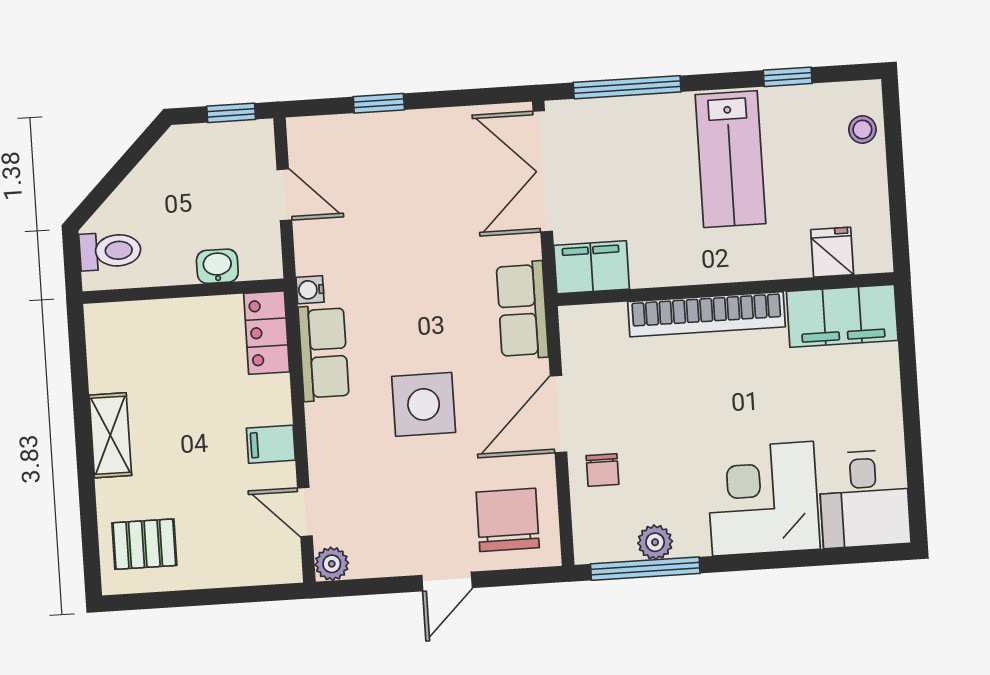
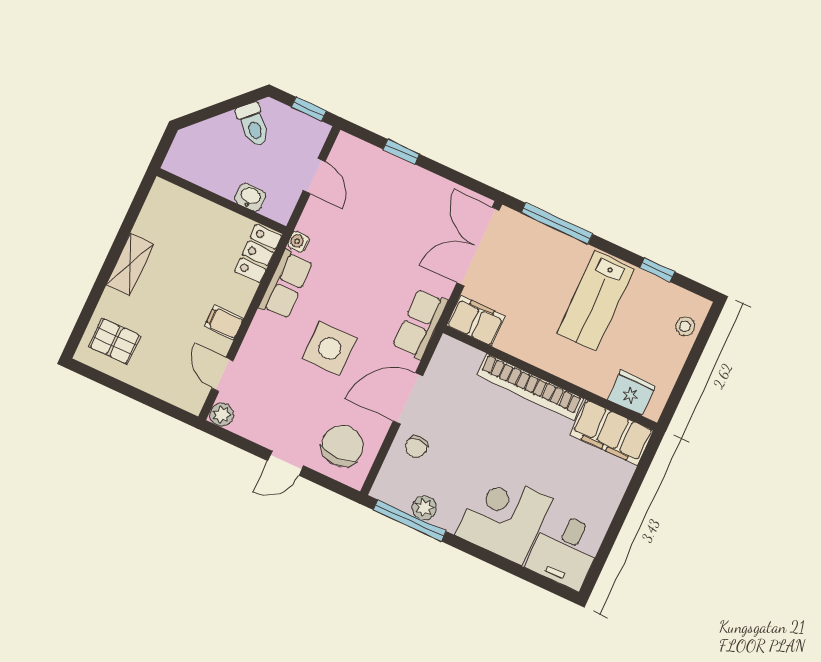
toilet: (110, 251) -> (253, 125), moved, turned 45
fridge: (832, 252) -> (631, 393), width x1.38

